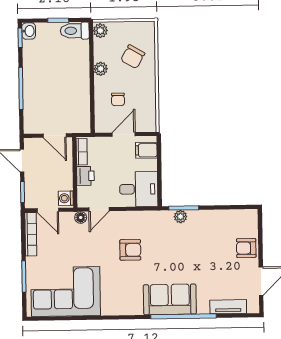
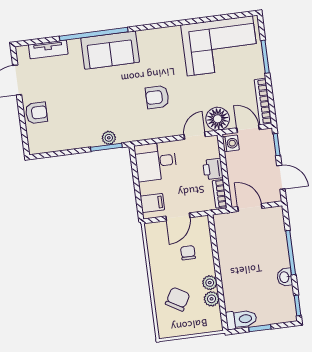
washbasin: (29, 31) -> (285, 277), moved
plant: (100, 31) -> (212, 299), moved
floor lamp: (81, 217) -> (218, 119), width x1.89, depth x1.89

